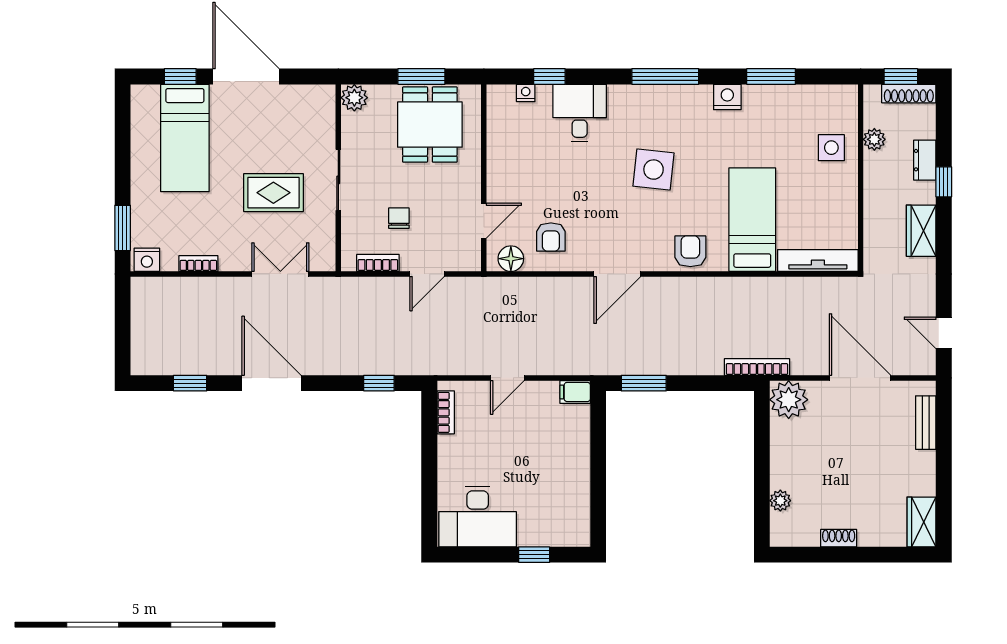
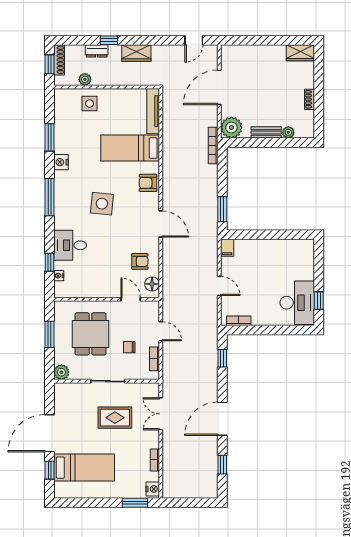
dining table: (430, 125) -> (91, 334), moved, turned 90
rug: (273, 193) -> (115, 418), turned 90
bench: (926, 423) -> (266, 132), moved
window: (534, 555) -> (319, 301), moved

